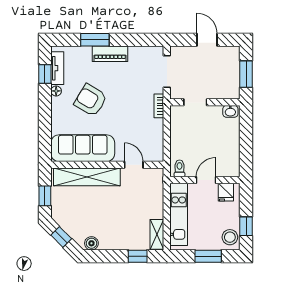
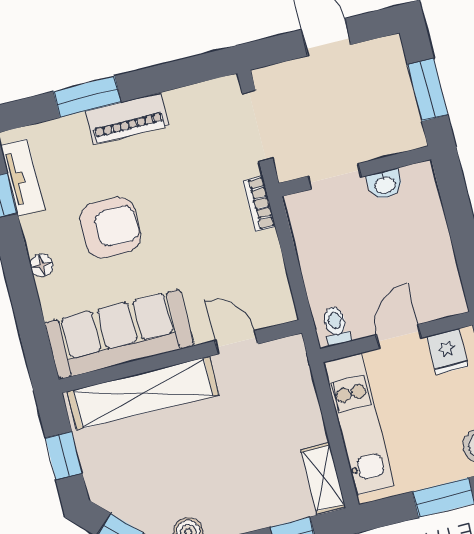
floor lamp: (56, 91) -> (42, 265), moved
armchair: (91, 100) -> (110, 228), turned 149
washbasin: (230, 111) -> (385, 184), moved

